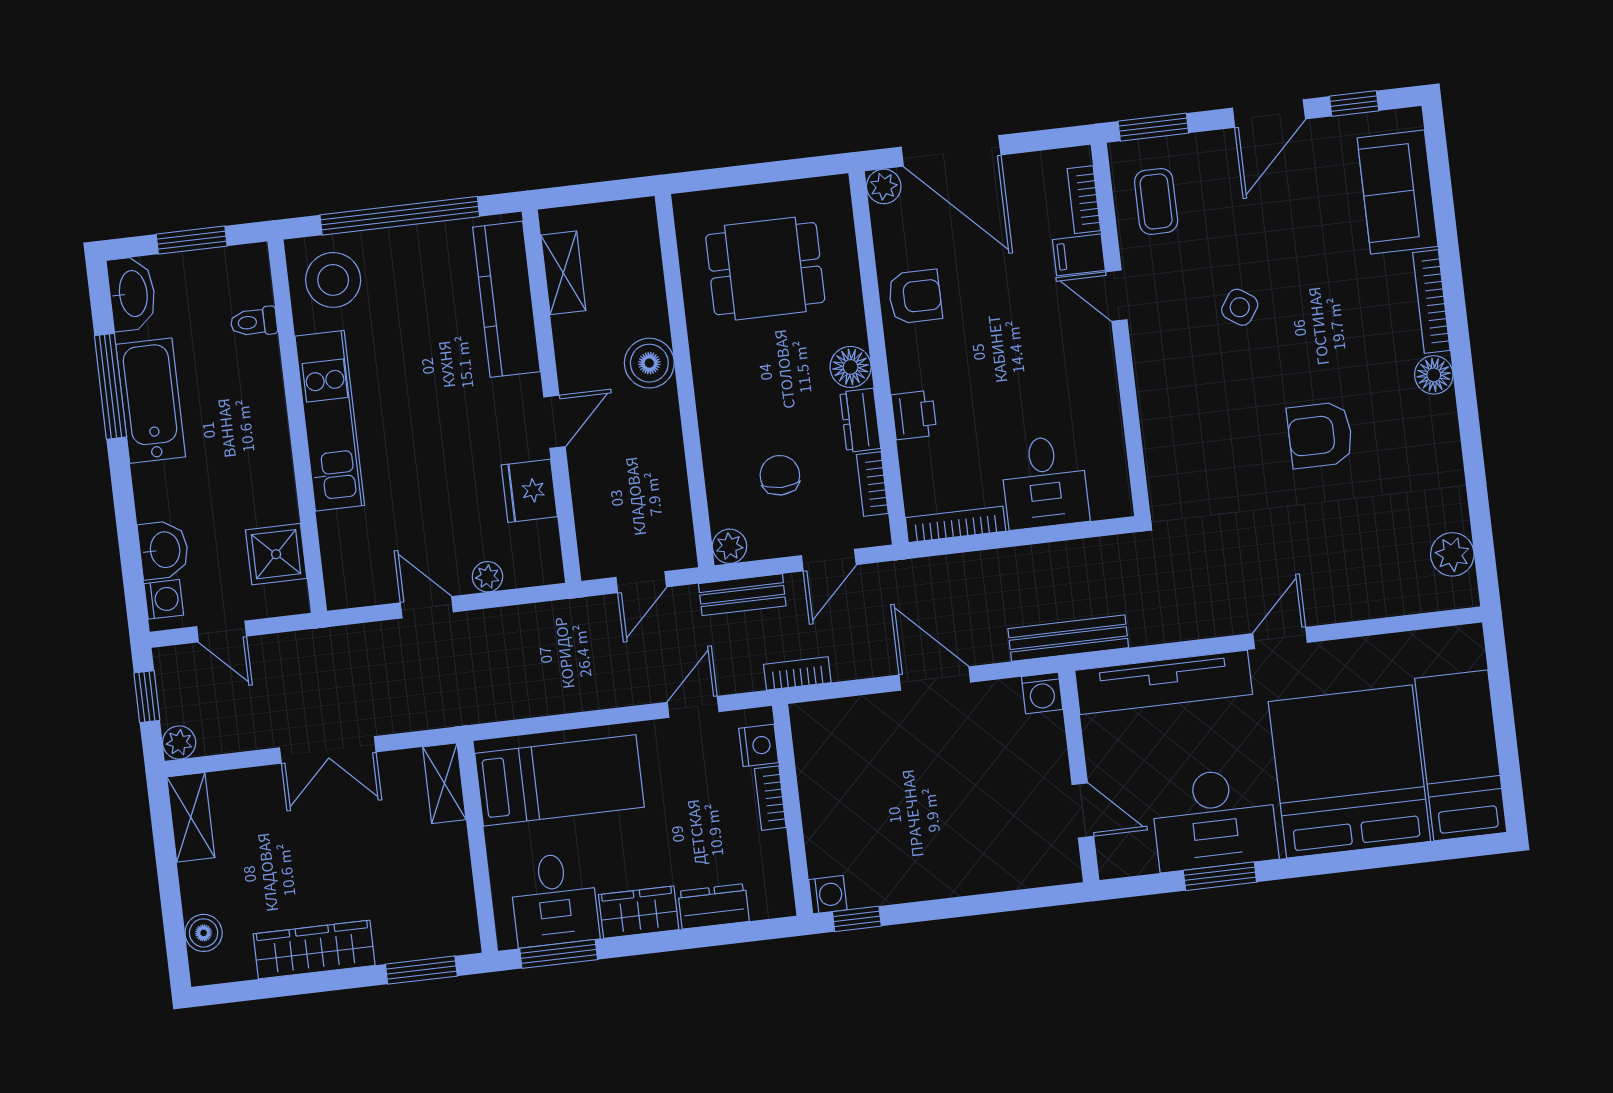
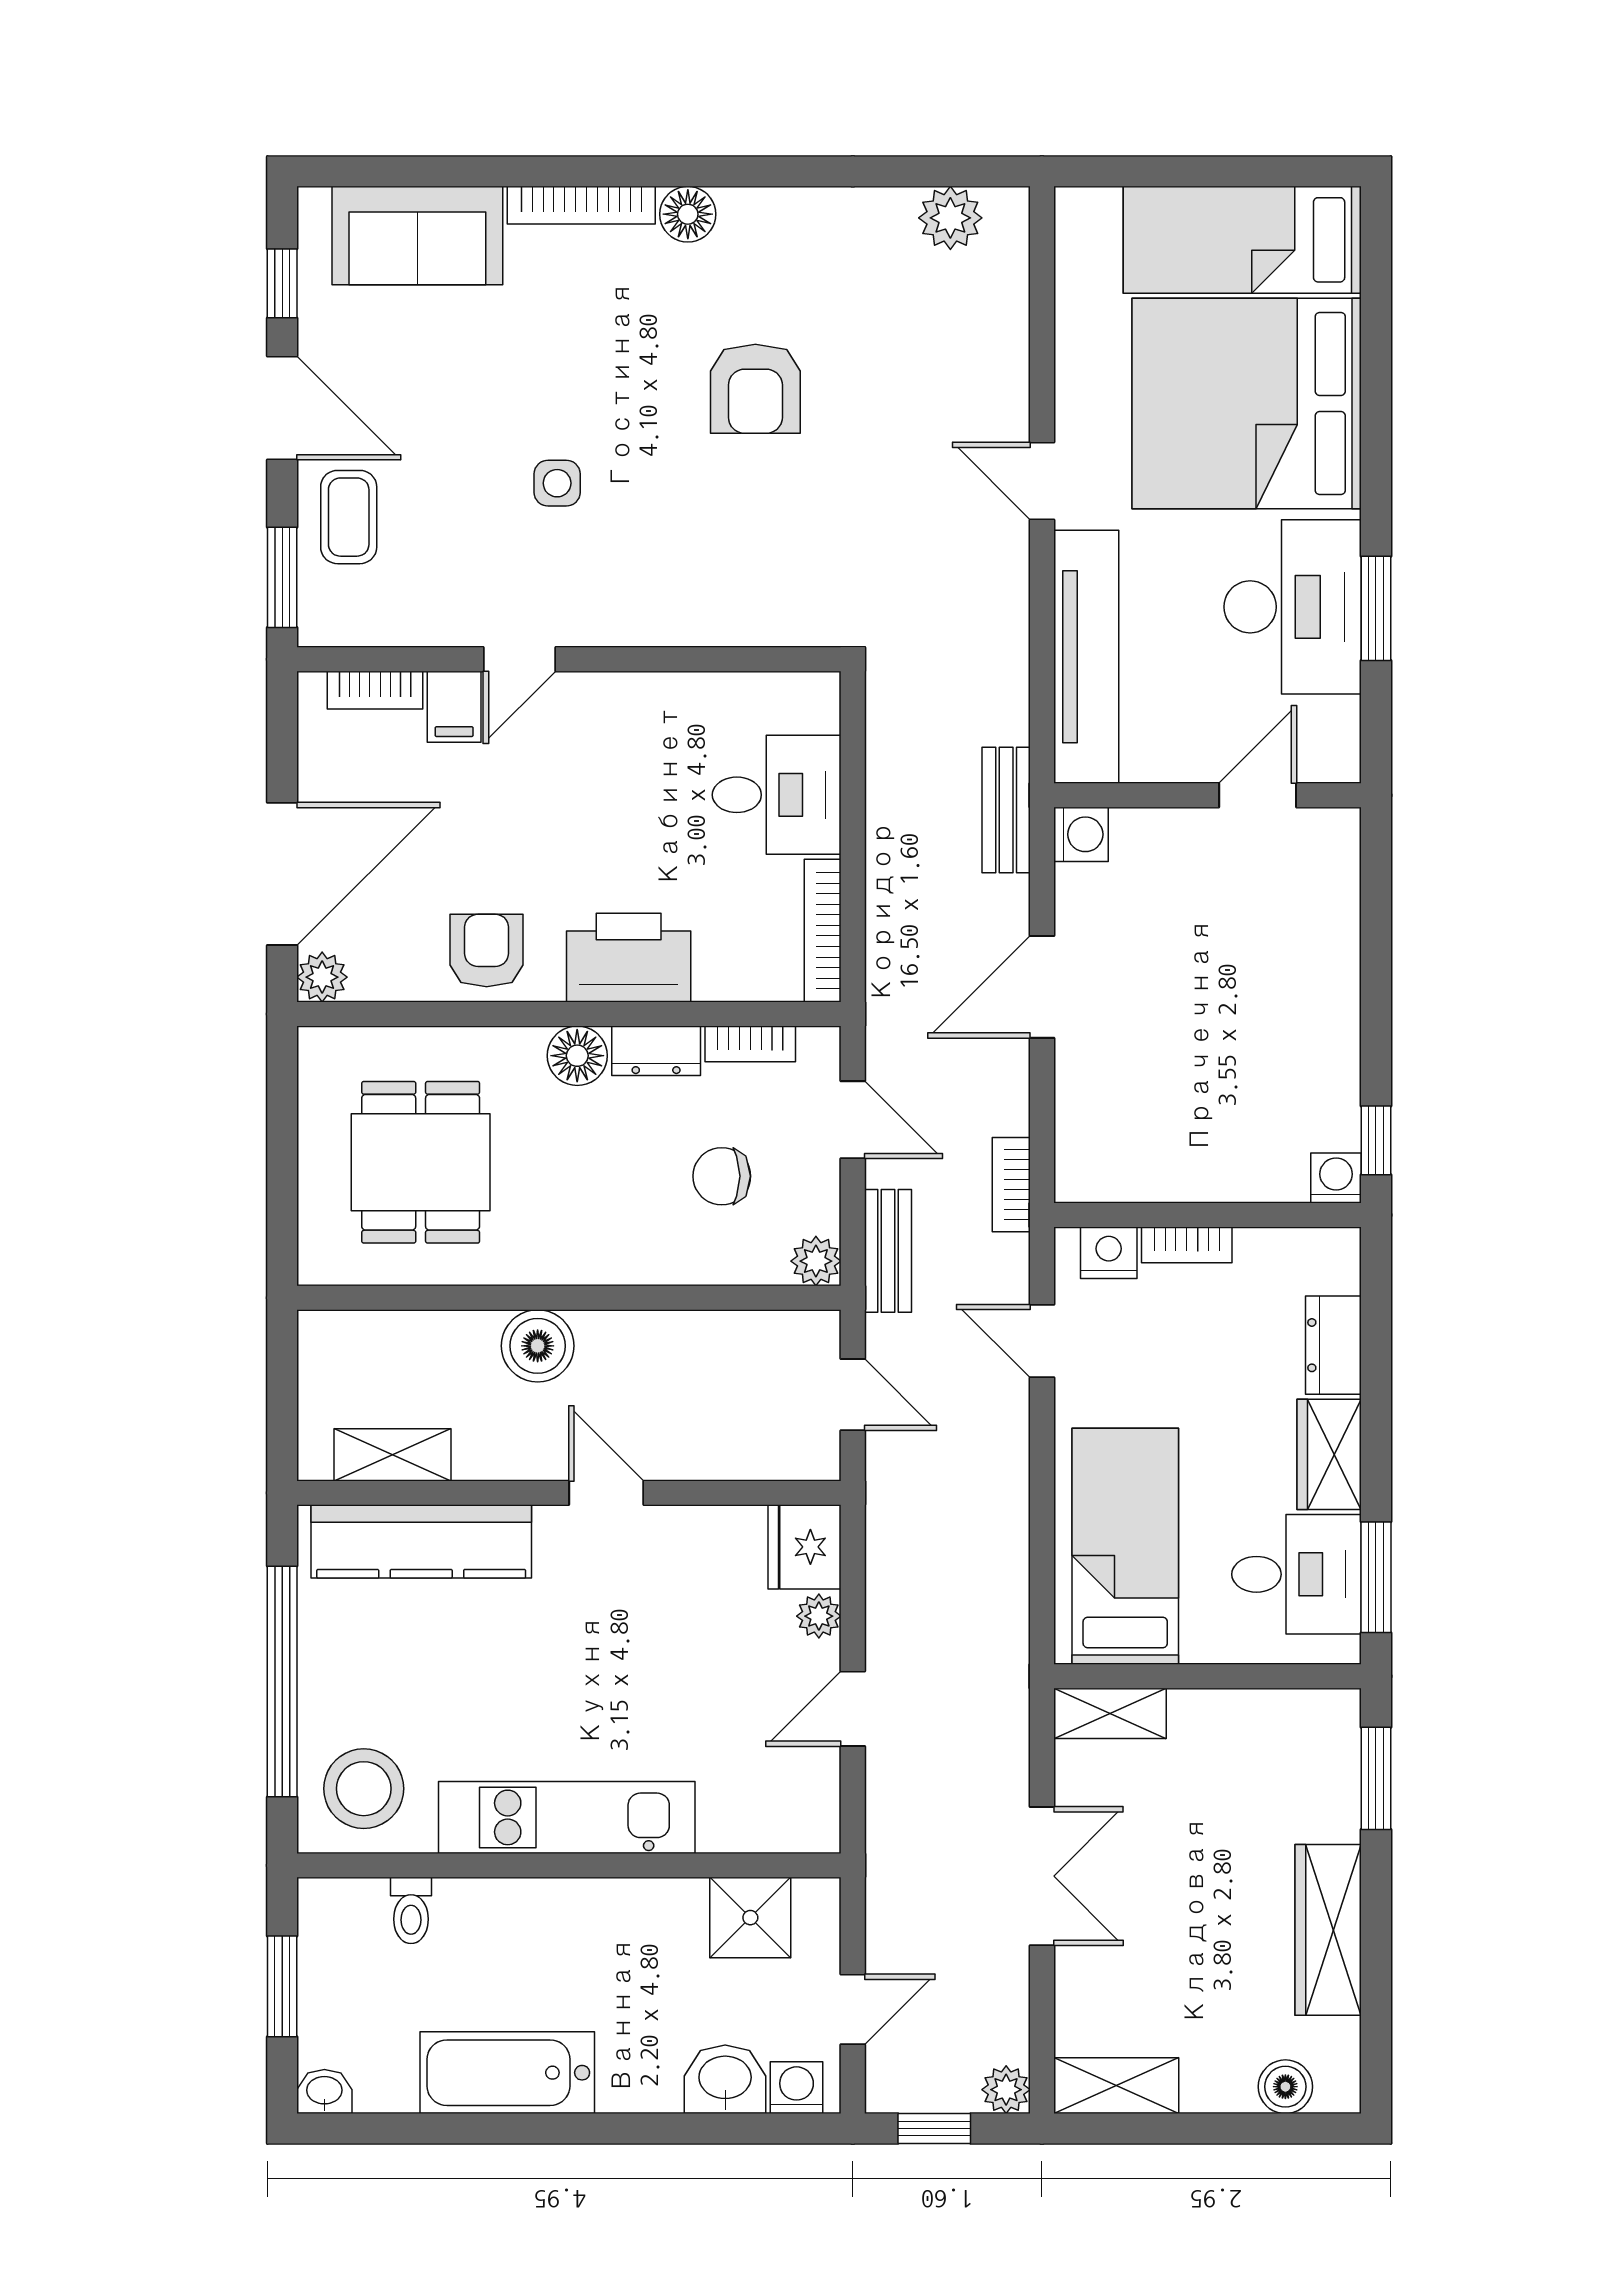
coffee table: (1156, 201) -> (349, 517), moved, turned 90
washbasin: (132, 294) -> (324, 2092), width x0.52, depth x0.69
side table: (1240, 307) -> (557, 483), turned -34
window: (110, 386) -> (480, 2129), removed
printer: (914, 415) -> (629, 958), width x1.87, depth x1.48
fridge: (529, 491) -> (805, 1547), moved, turned 90
bench: (1068, 638) -> (1006, 810), width x0.73

